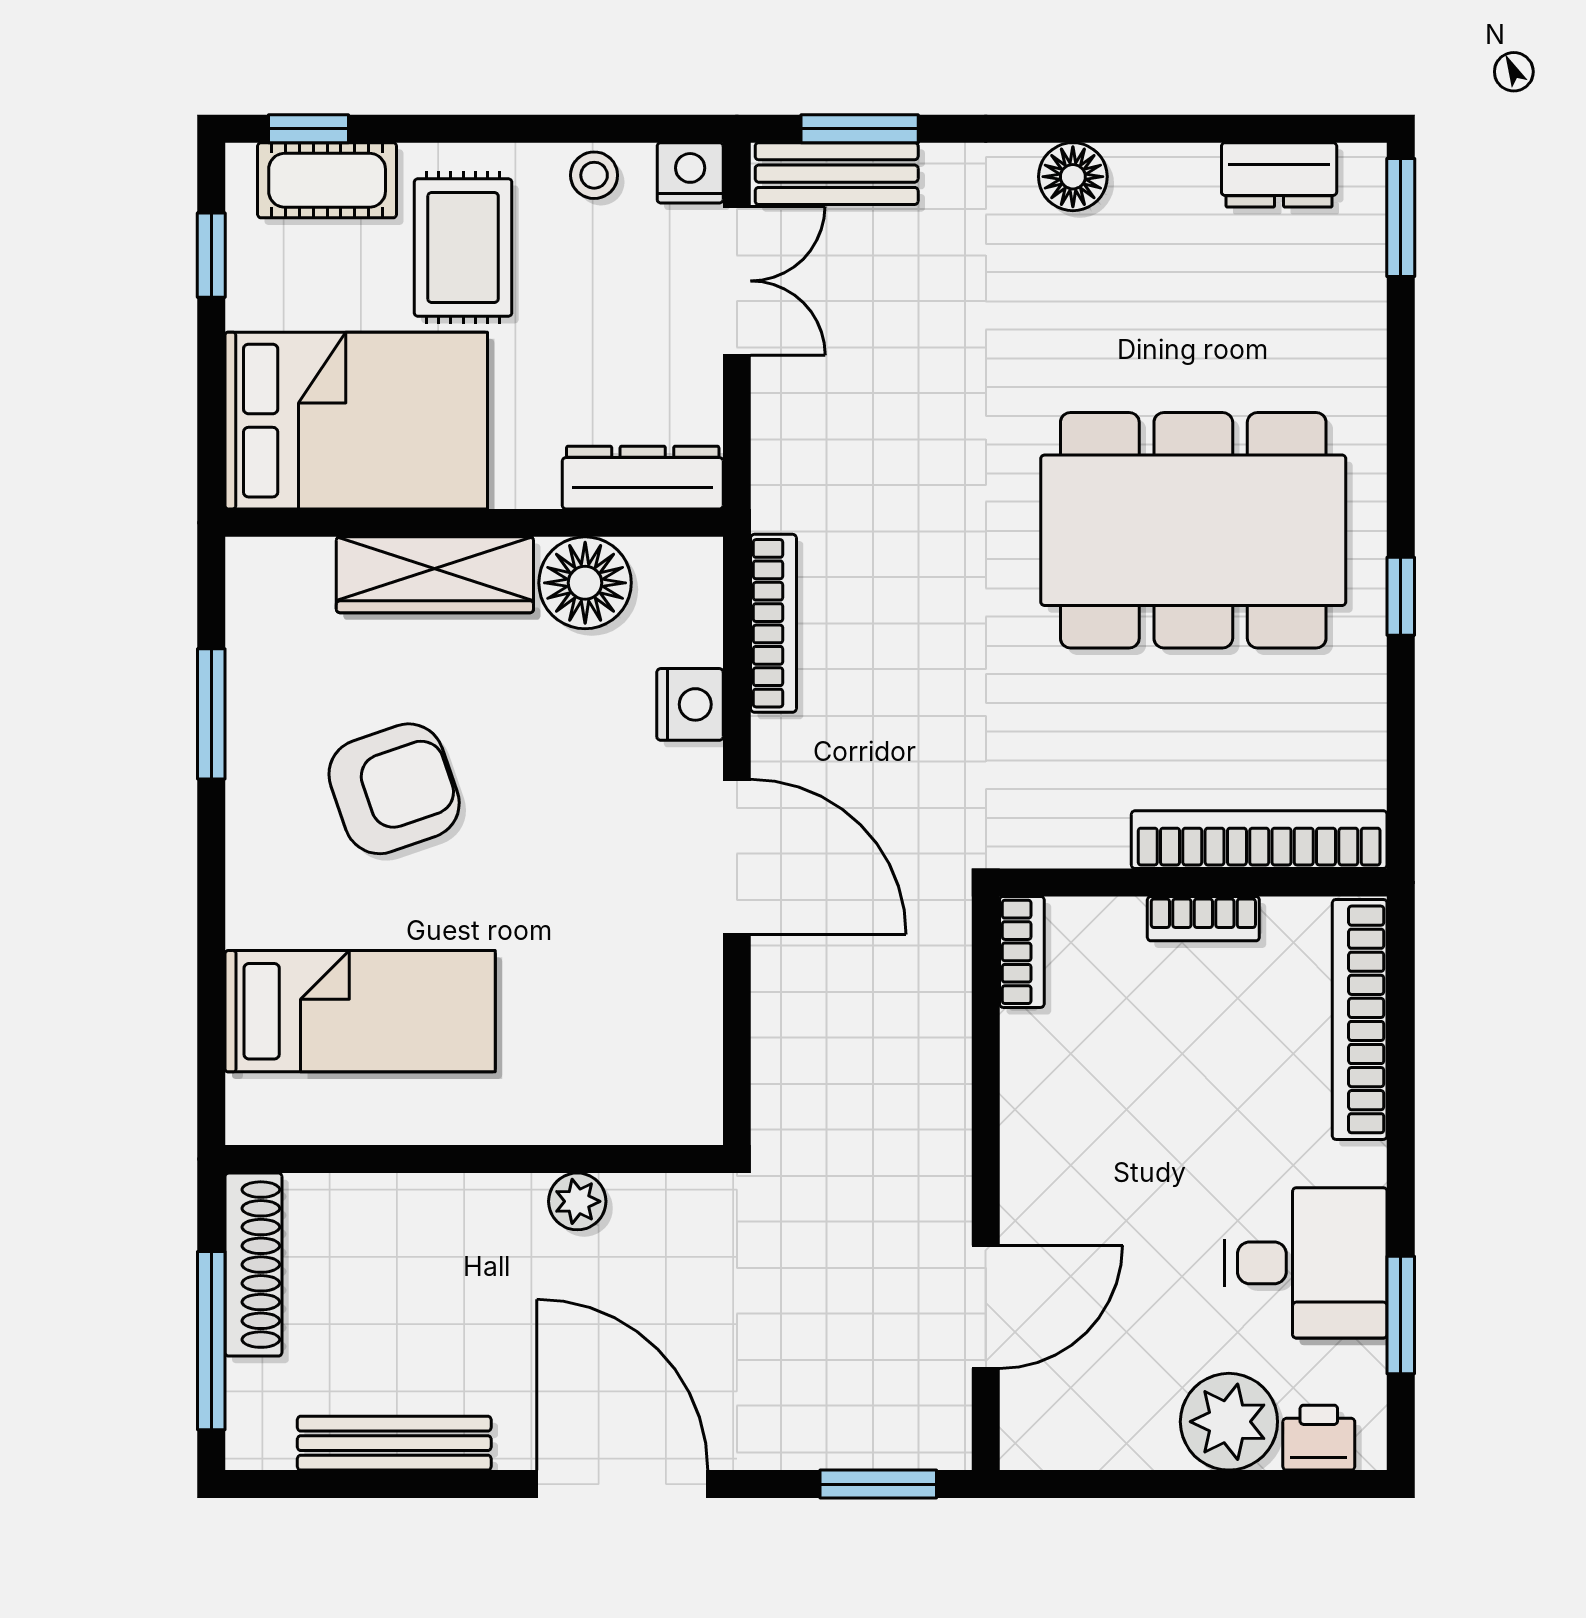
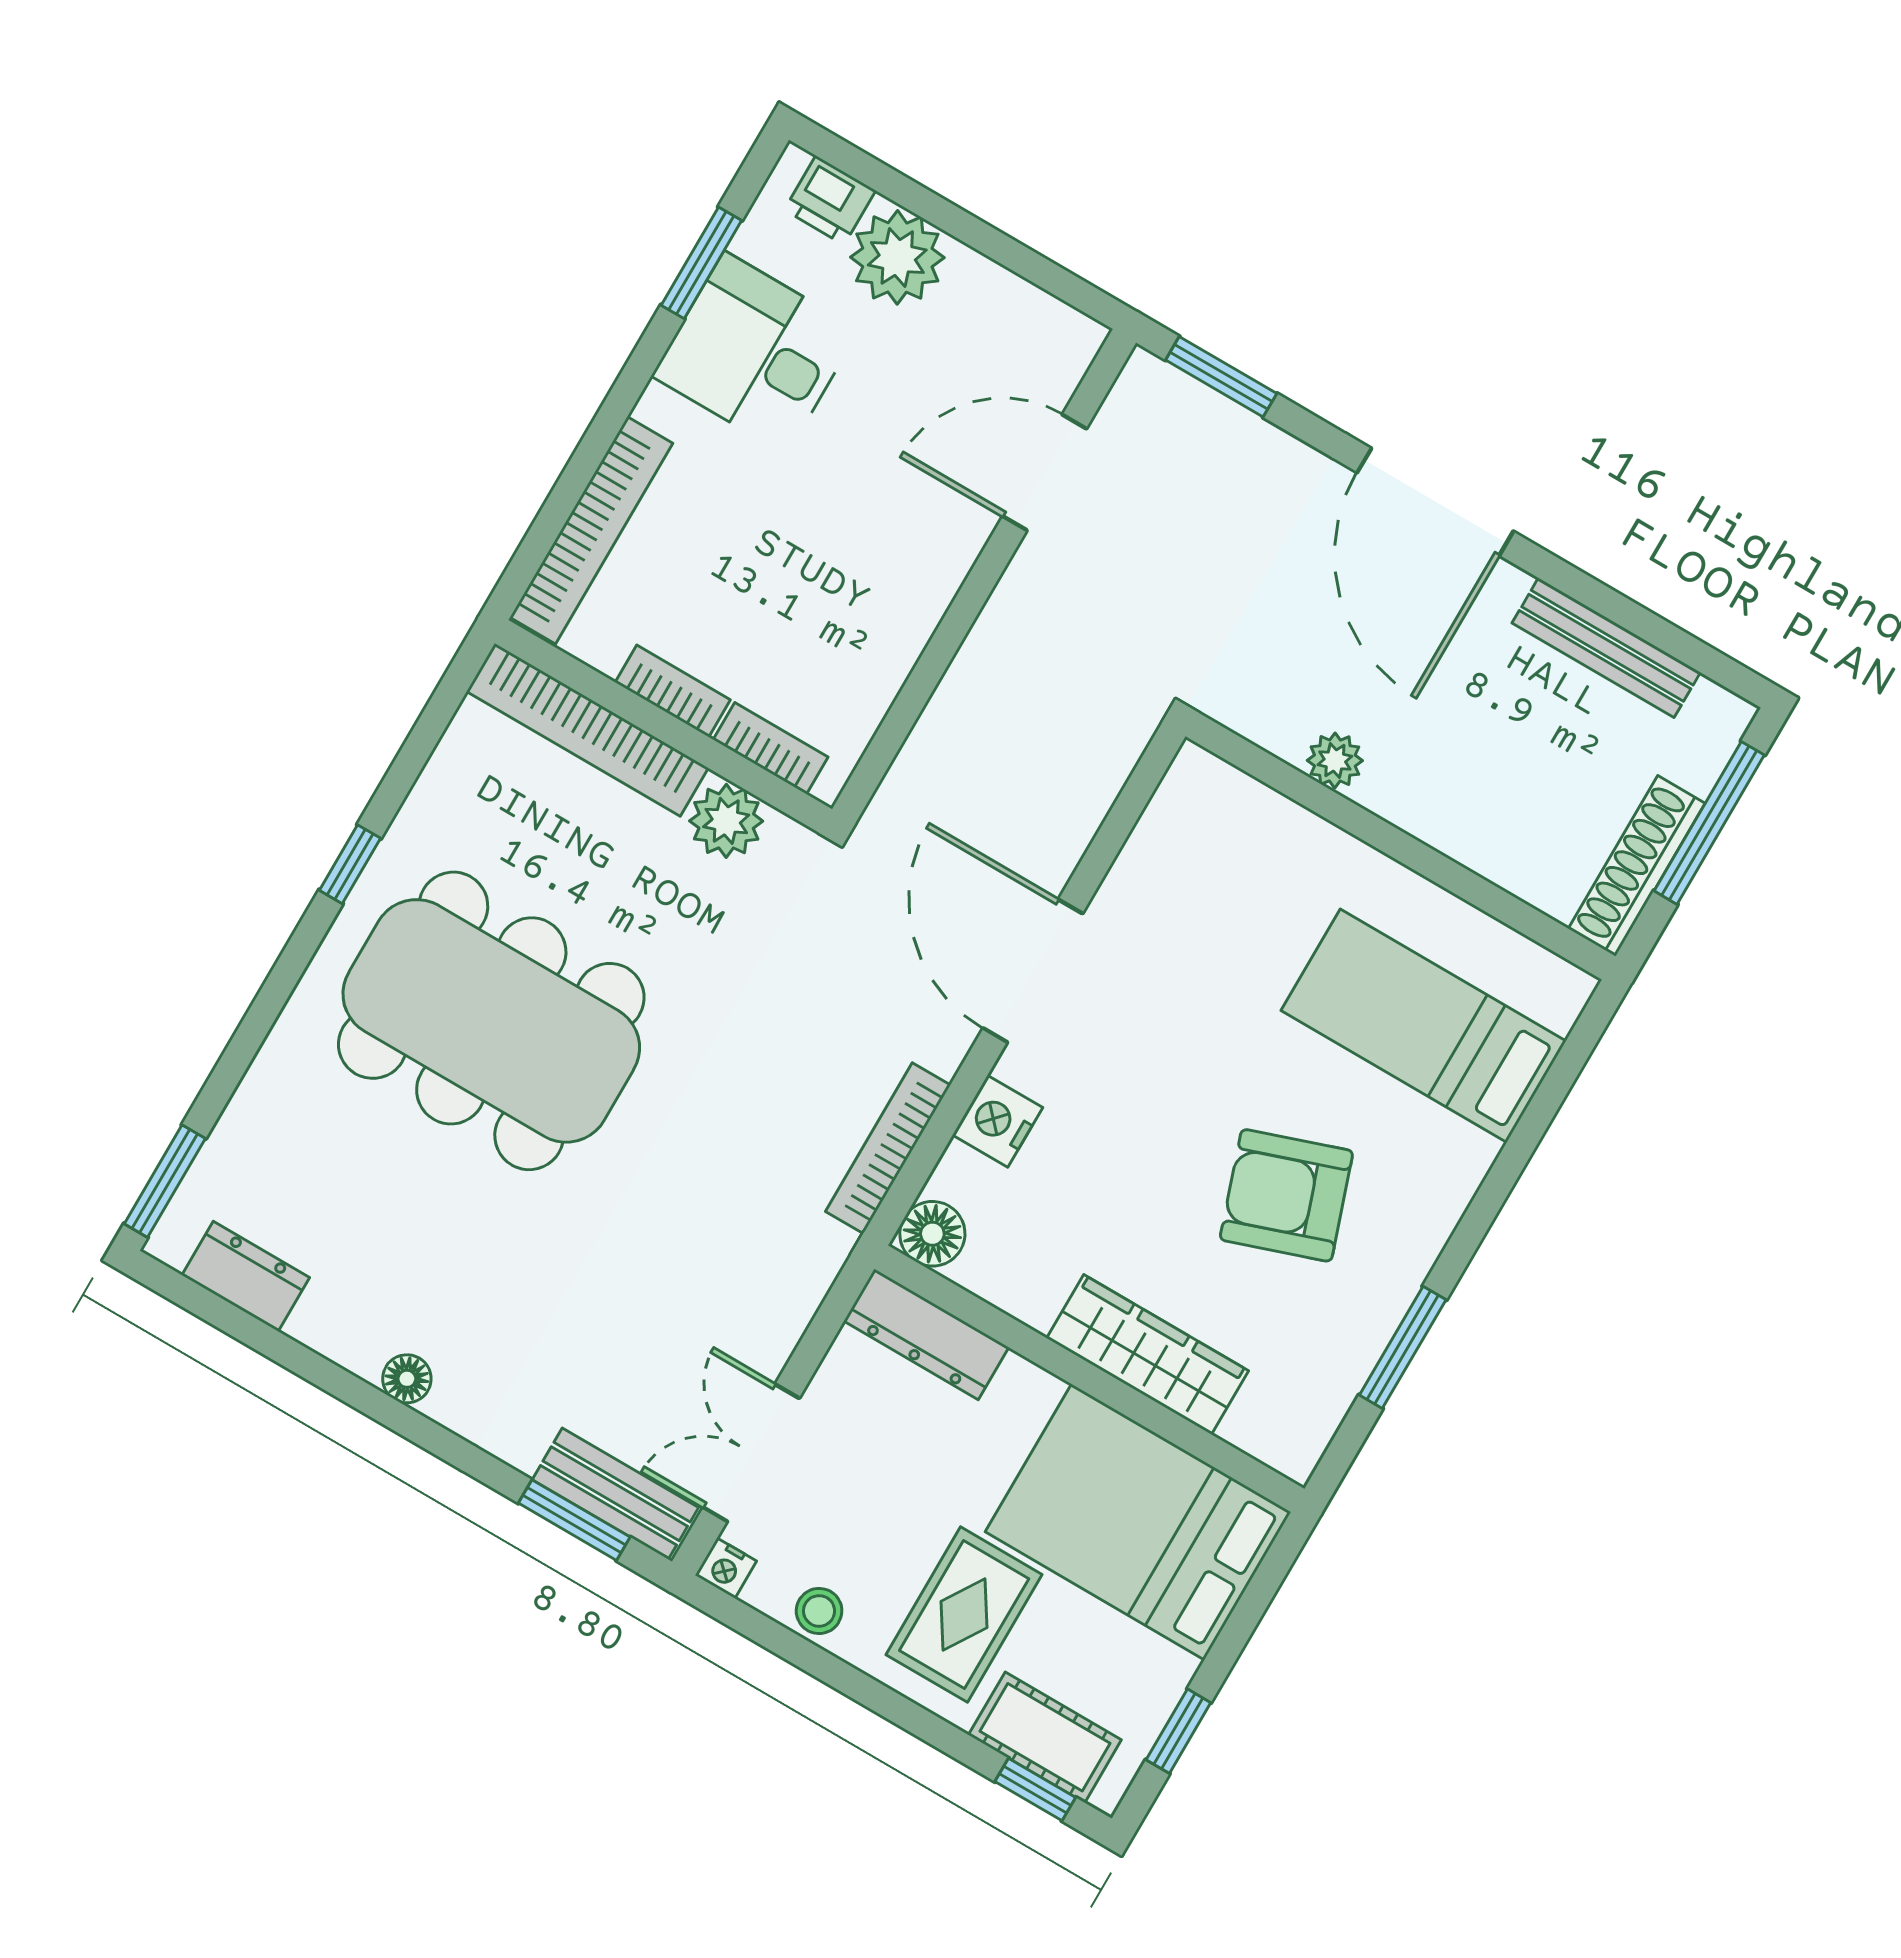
nightstand: (690, 173) -> (726, 1568), width x0.72, depth x0.74
floor lamp: (1073, 177) -> (407, 1379), width x0.73, depth x0.73
floor lamp: (585, 583) -> (932, 1234), moved, width x0.73, depth x0.73
plant: (1088, 831) -> (726, 821), added
bookcase: (1022, 952) -> (771, 748), moved, turned 90

